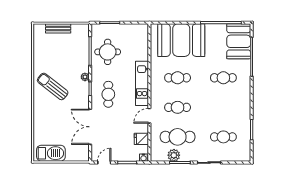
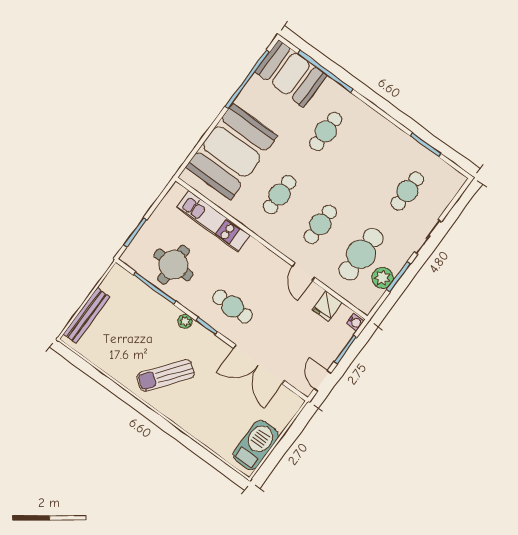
bench: (58, 28) -> (87, 316), width x1.36
kitchen unit: (142, 83) -> (213, 221), moved

